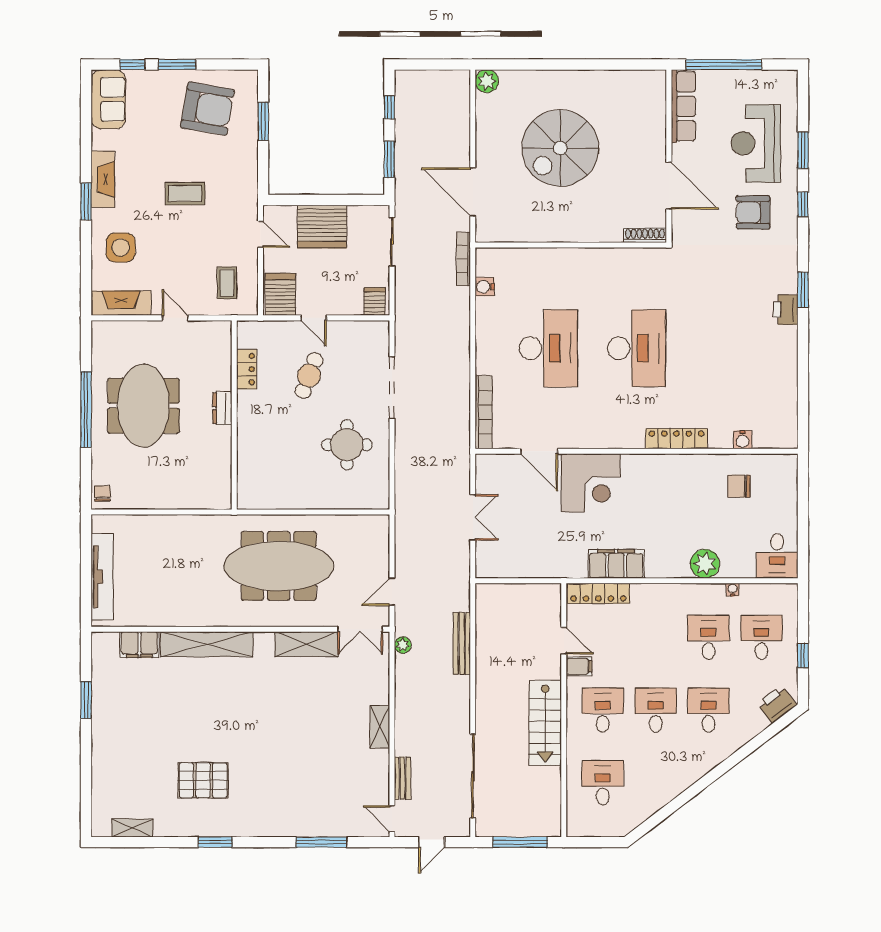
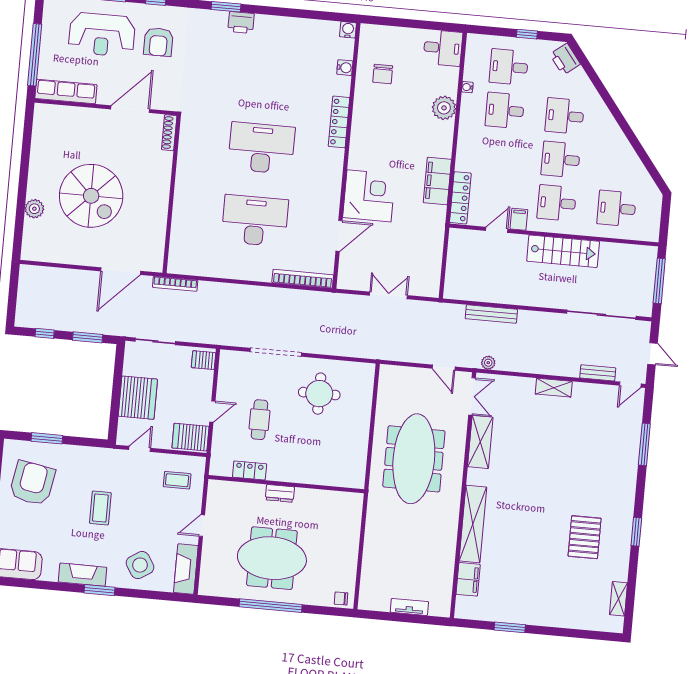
plant: (487, 81) -> (34, 209), moved
side table: (121, 248) -> (140, 565), turned -32
water cooler: (485, 287) -> (348, 30), moved, turned 180
cafe table: (309, 376) -> (259, 420), turned 69
tv unit: (102, 577) -> (409, 607), width x0.52, depth x0.78

